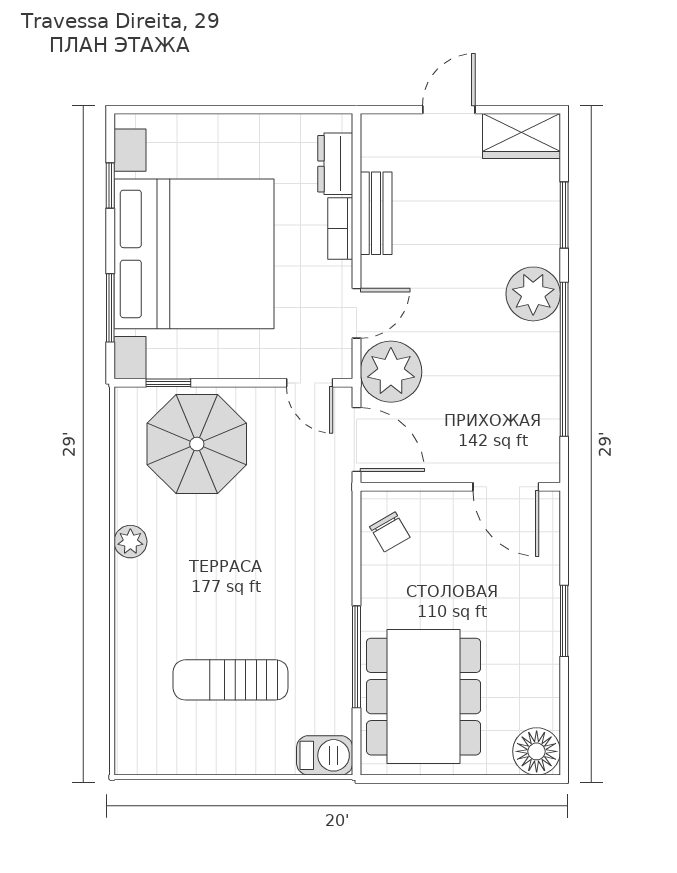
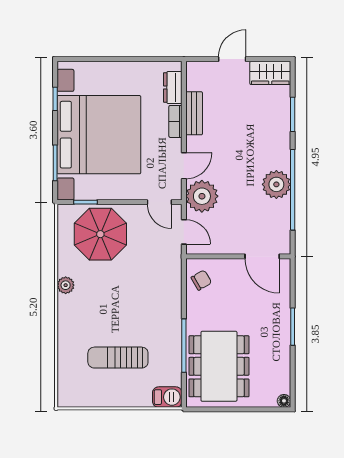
plant: (533, 294) -> (276, 184), moved
door: (356, 440) -> (184, 232), width x0.73
chair: (390, 532) -> (201, 280), turned -90
floor lamp: (537, 751) -> (284, 401), width x0.53, depth x0.53

